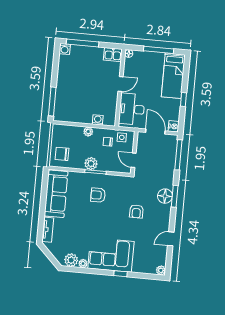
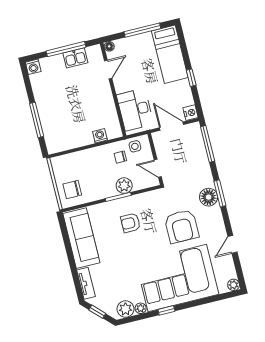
window: (83, 43) -> (66, 49), moved
kitchen sink: (113, 55) -> (75, 58), moved
door: (121, 84) -> (108, 69), moved
window: (52, 102) -> (37, 120), moved
plant: (88, 132) -> (94, 153), removed
plant: (91, 164) -> (124, 186), moved
armchair: (136, 211) -> (182, 226), width x1.88, depth x1.88
window: (49, 255) -> (97, 312), added
corner sofa: (111, 255) -> (177, 278), width x1.36, depth x1.36
window: (121, 274) -> (166, 310), moved

